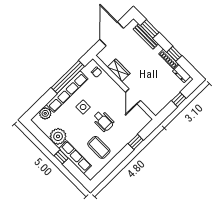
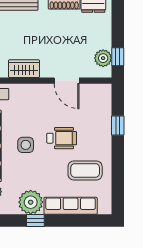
window: (179, 99) -> (118, 57), moved
plant: (161, 103) -> (103, 58), added
window: (61, 157) -> (35, 220), moved

